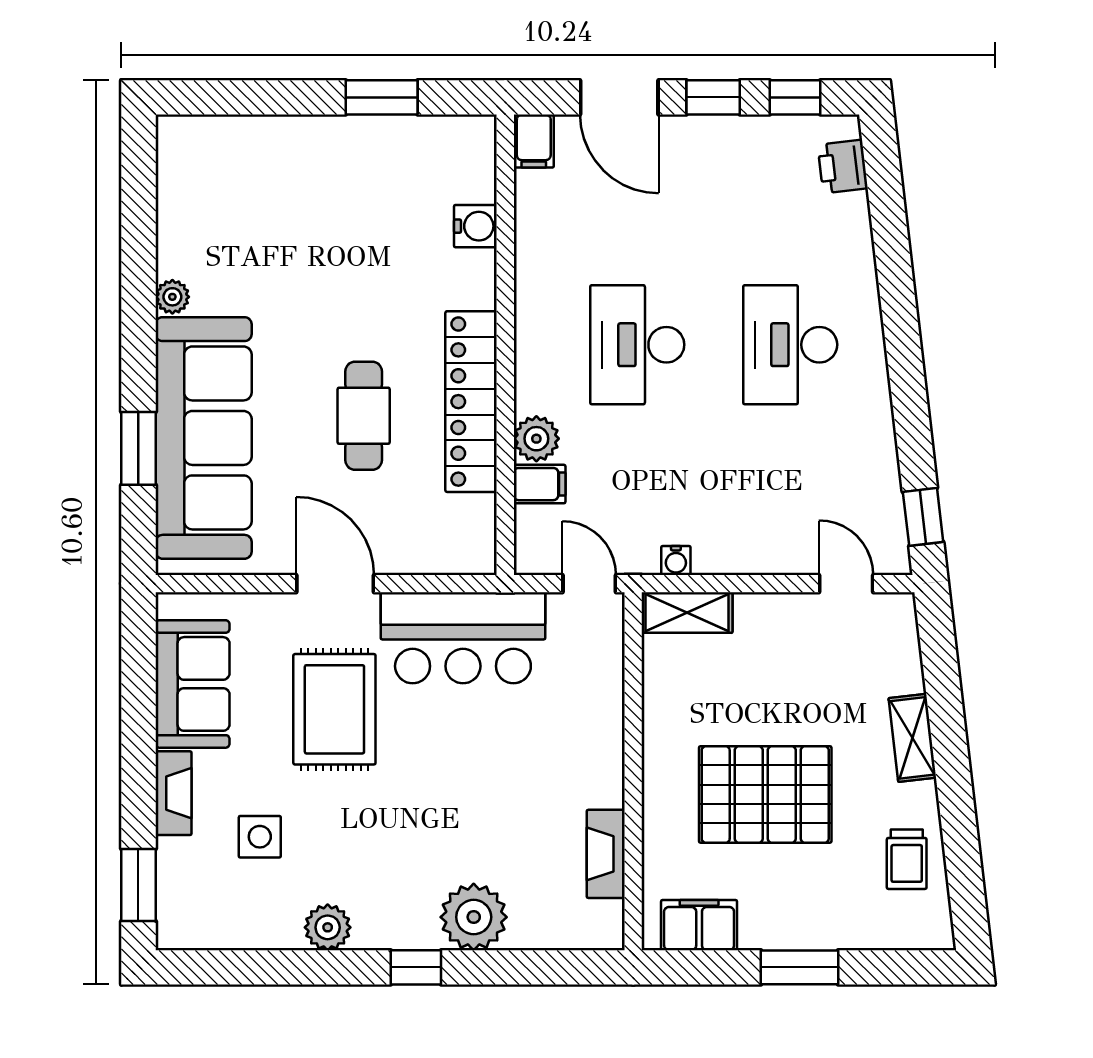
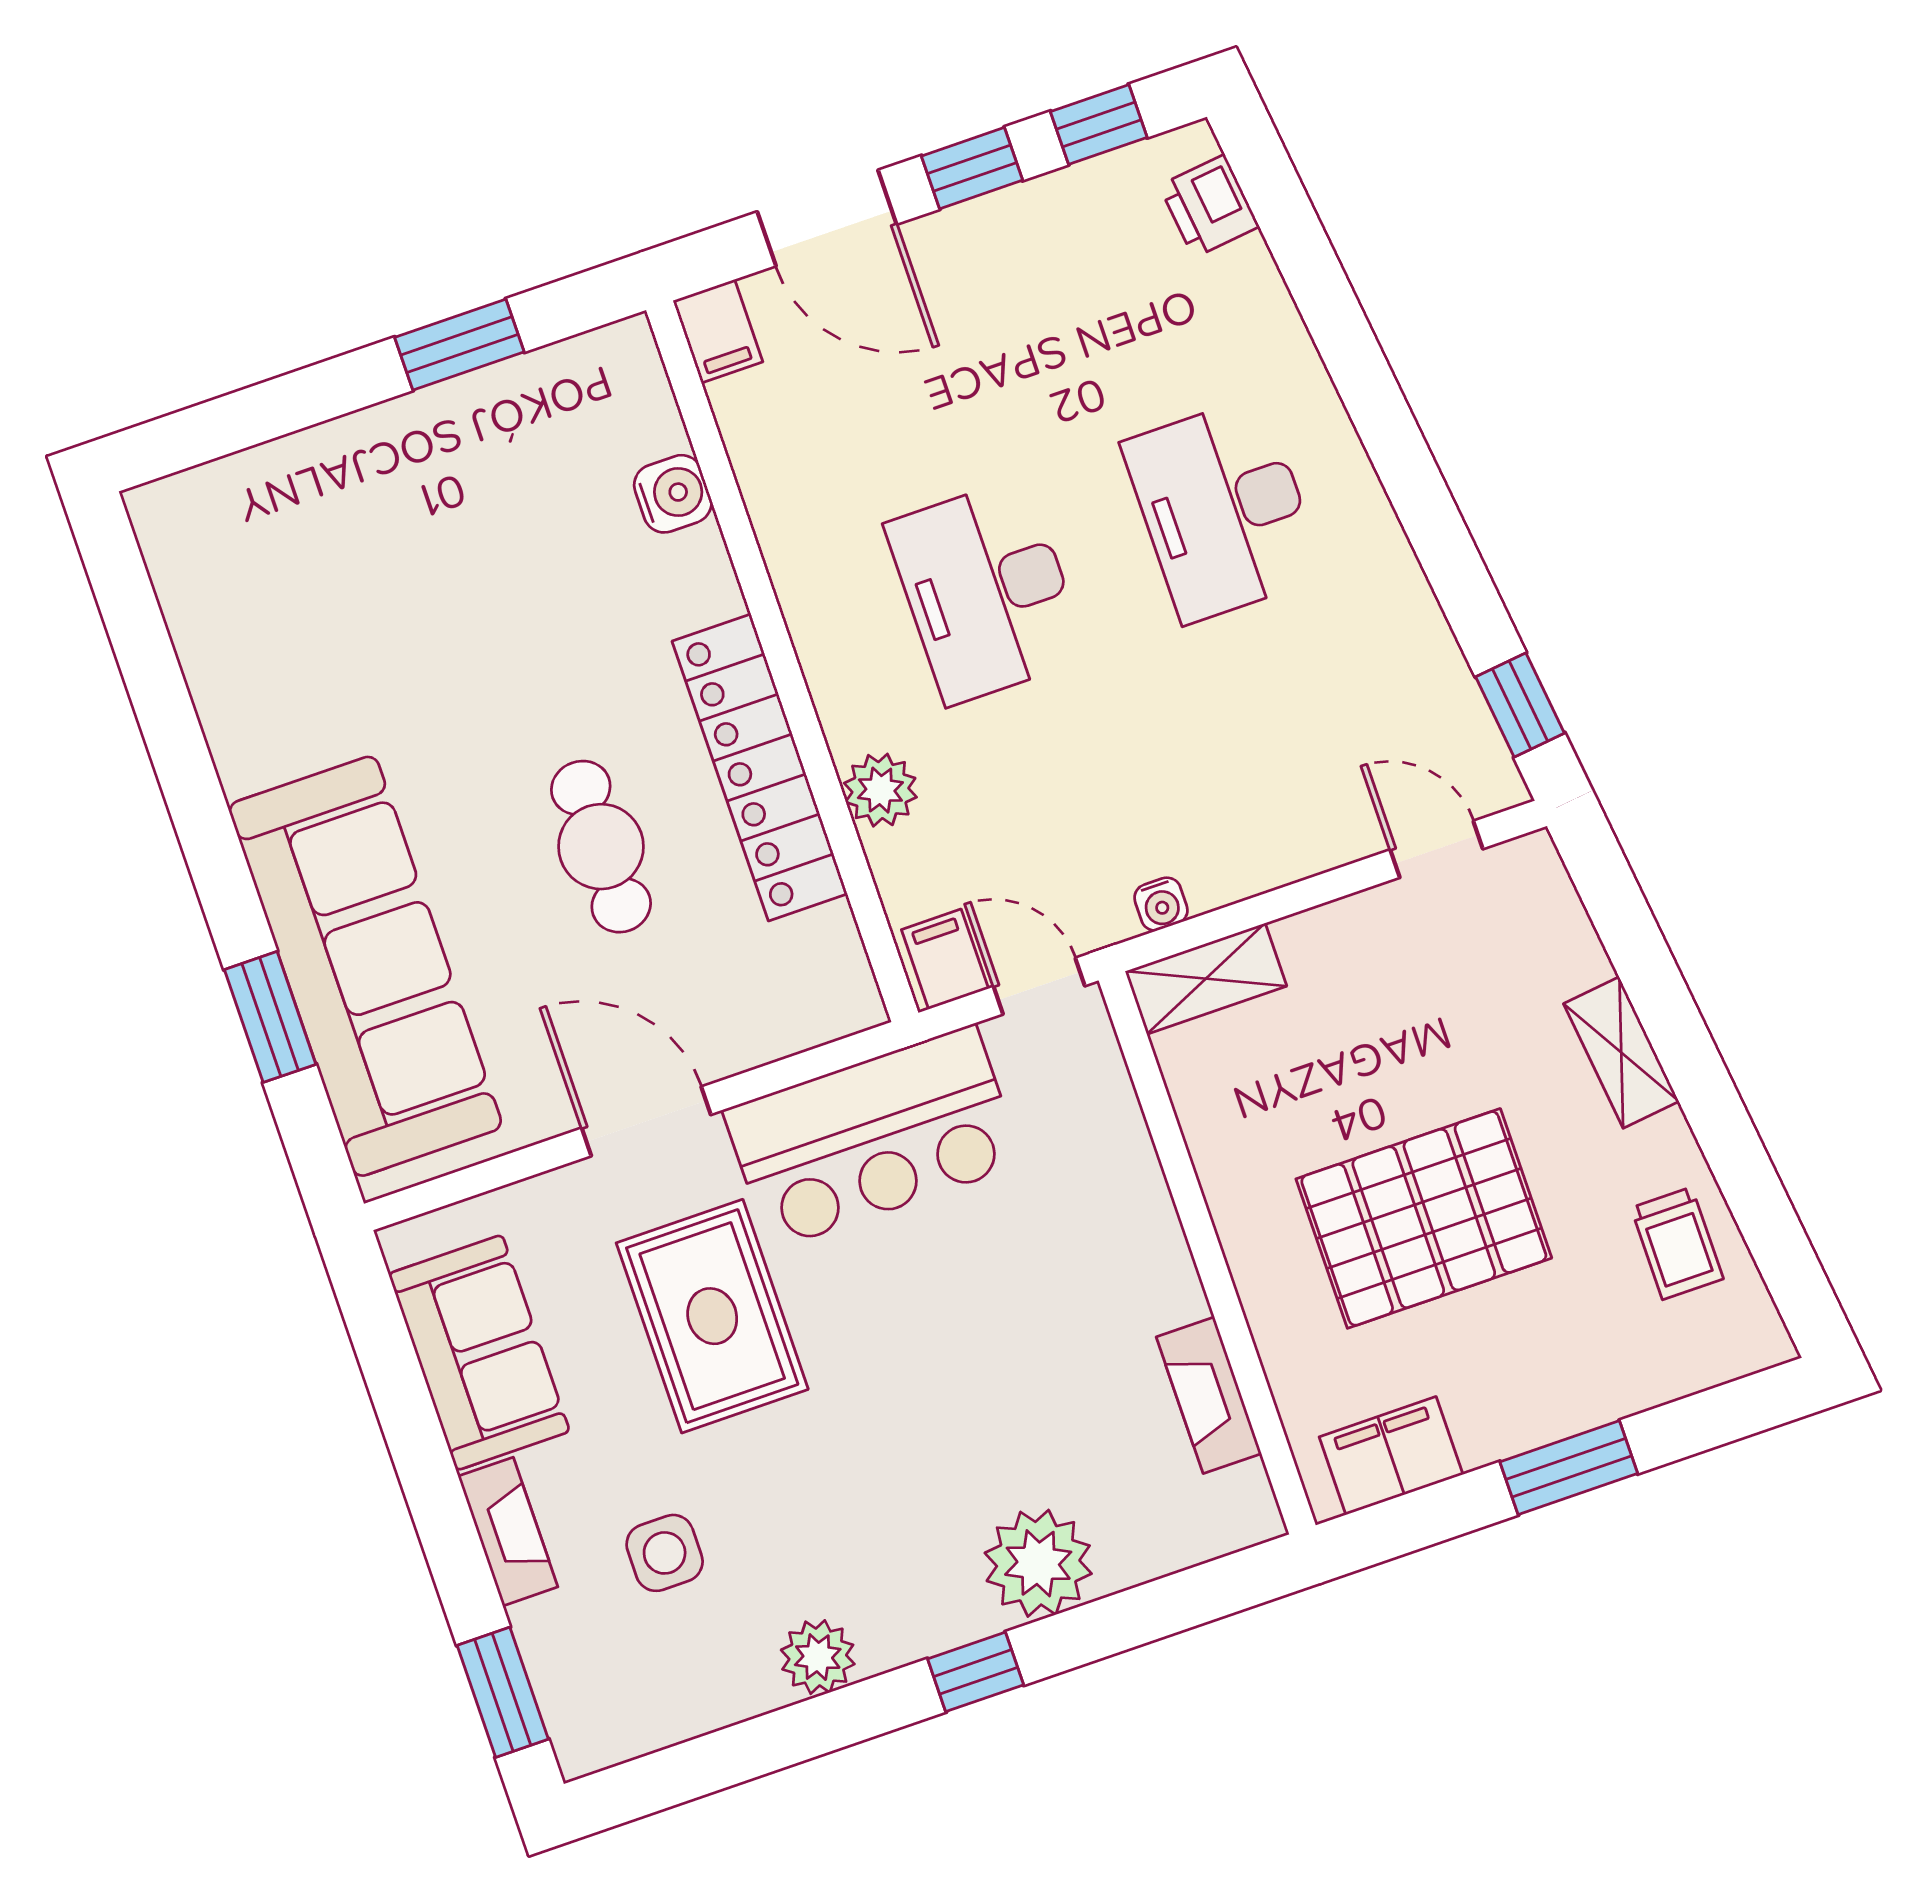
plant: (172, 297) -> (242, 765), removed
filing cabinet: (540, 484) -> (945, 959), moved, turned -90

